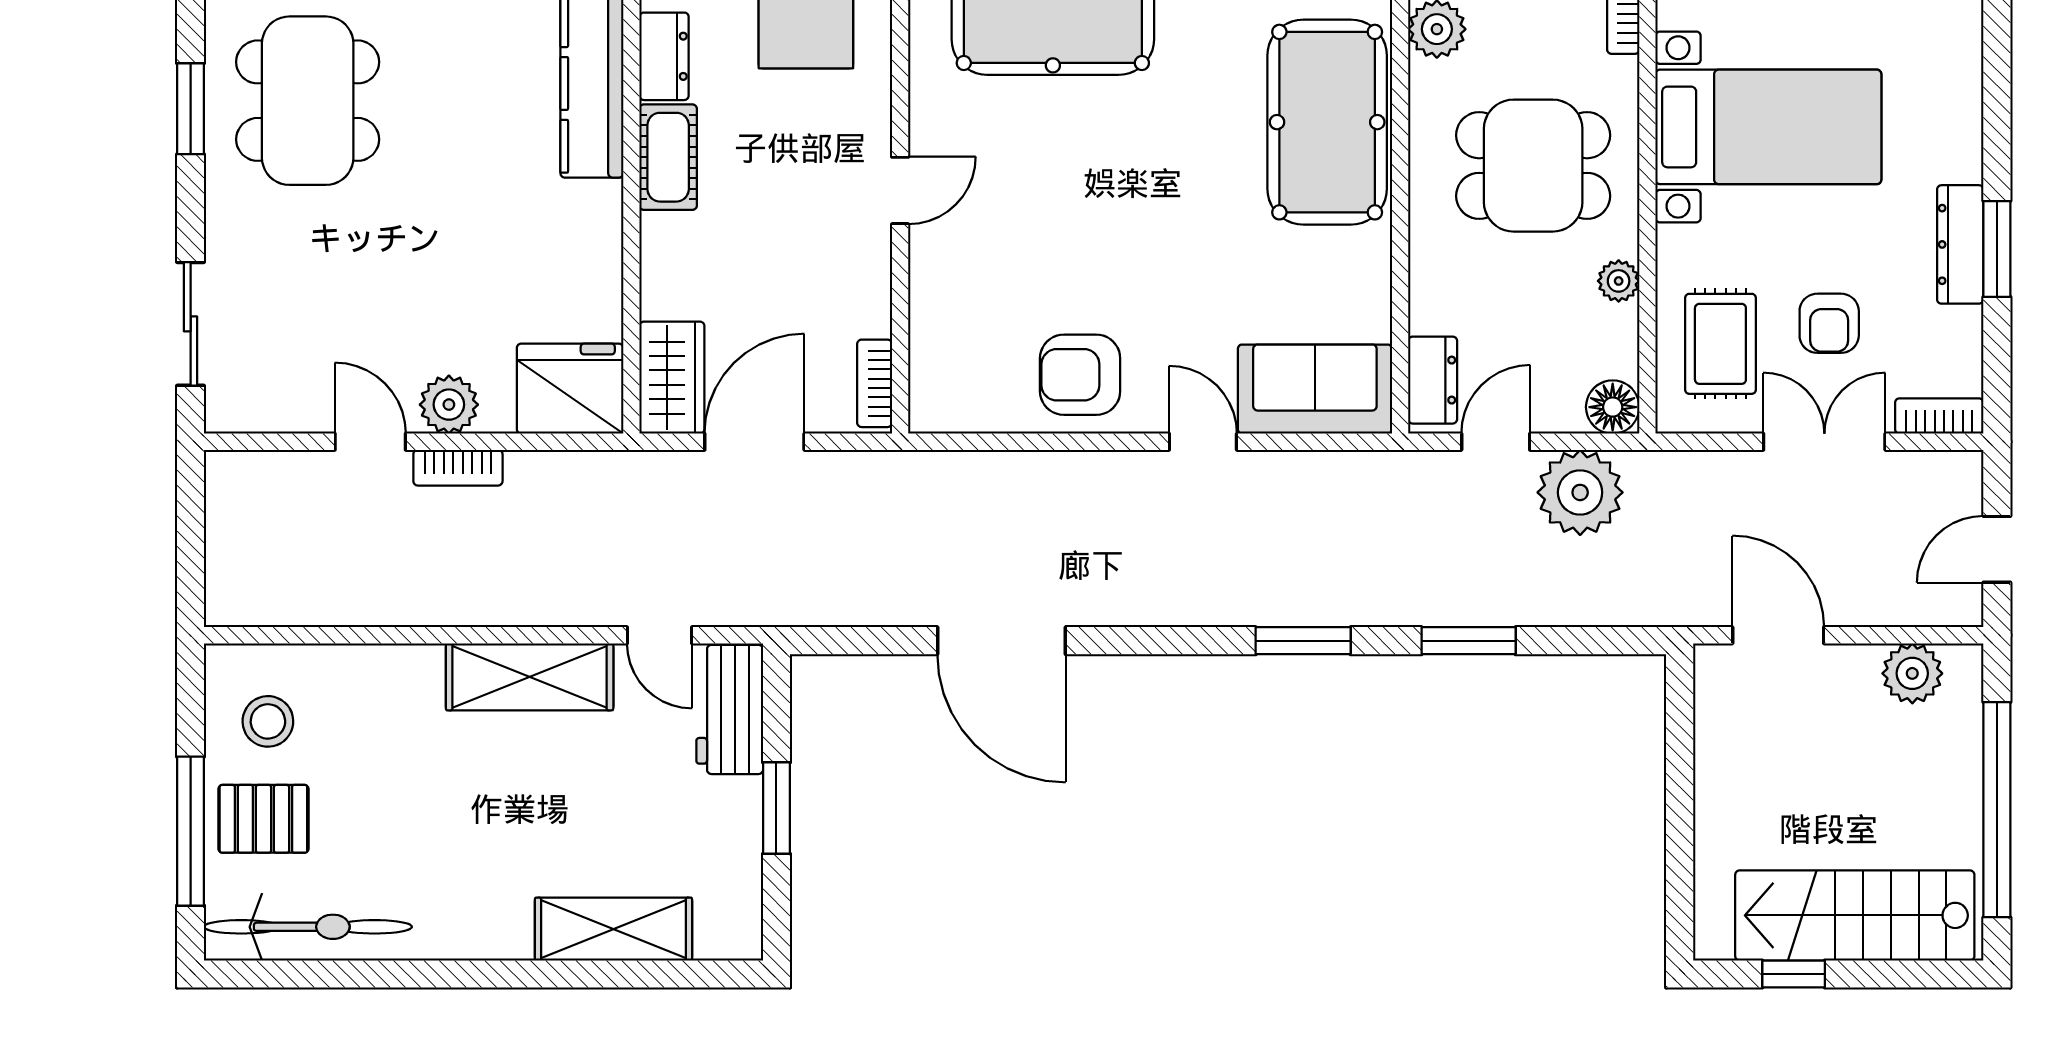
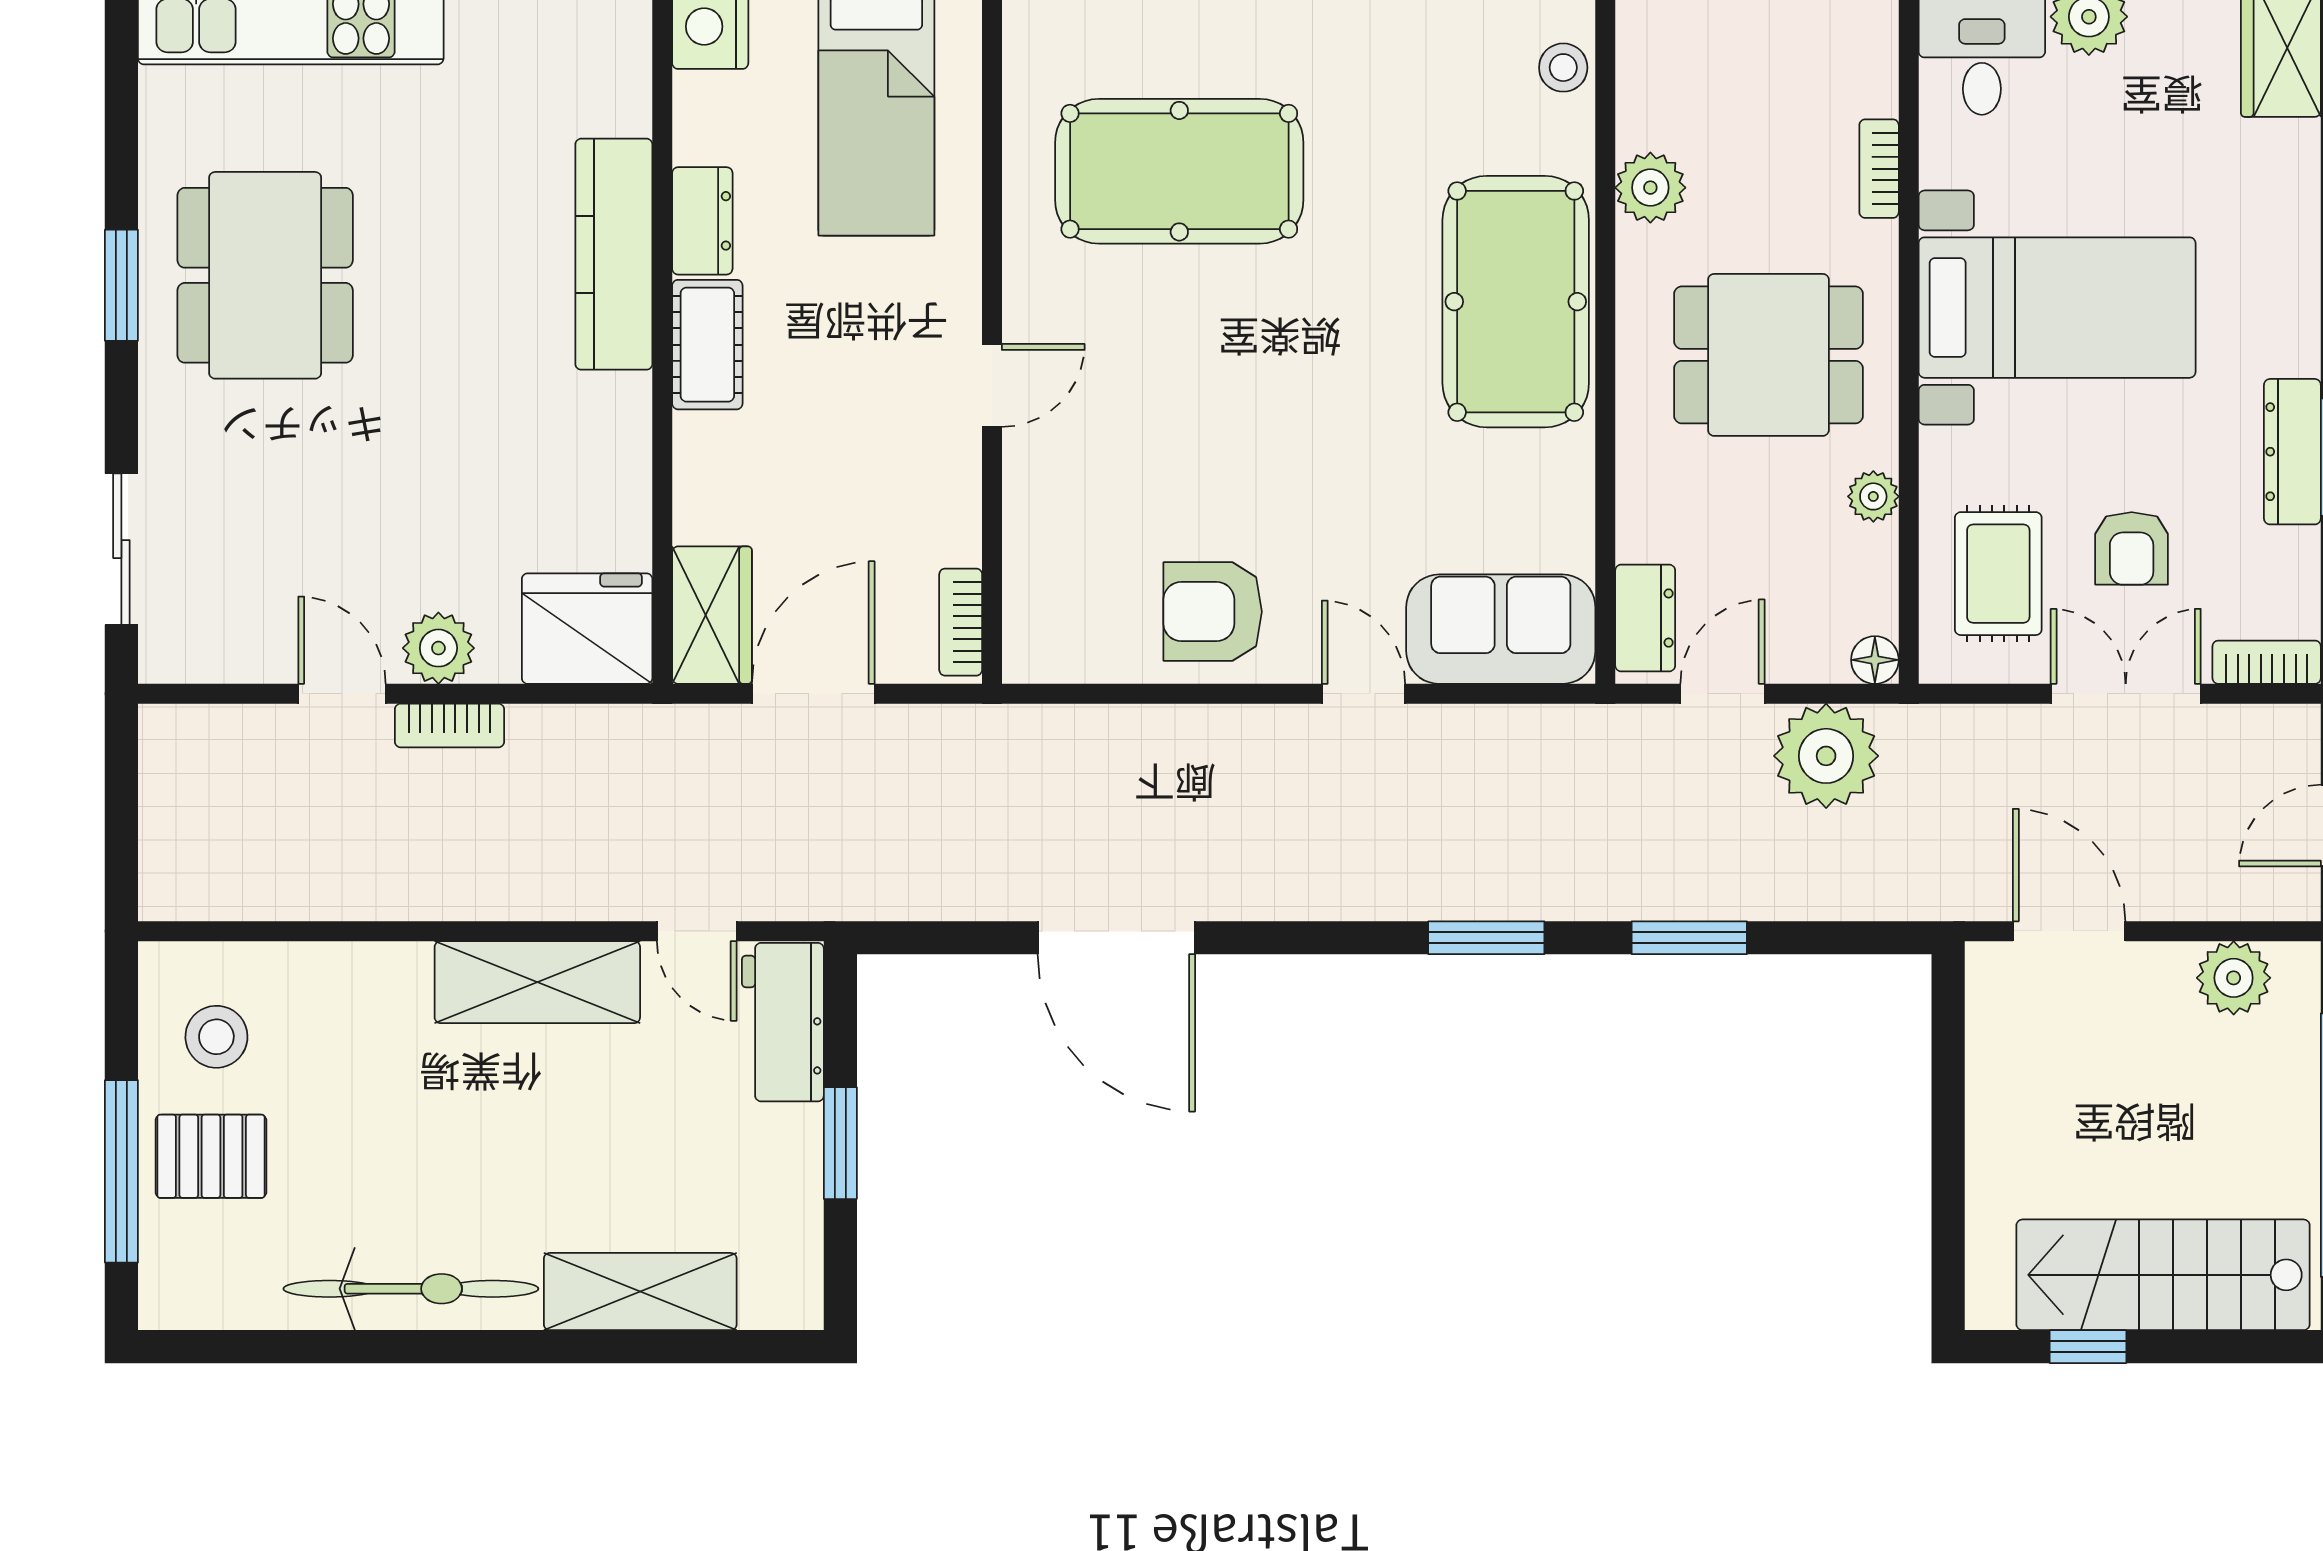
floor lamp: (1613, 407) -> (1875, 660), width x0.73, depth x0.73
bicycle: (308, 927) -> (411, 1289), moved

